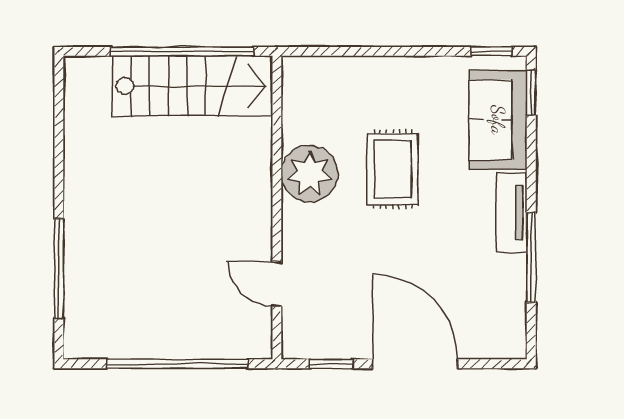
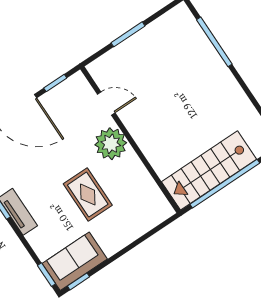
sofa: (498, 120) -> (75, 261), moved, turned -90
plant: (310, 174) -> (111, 144), moved
window: (177, 364) -> (128, 34), width x0.47

